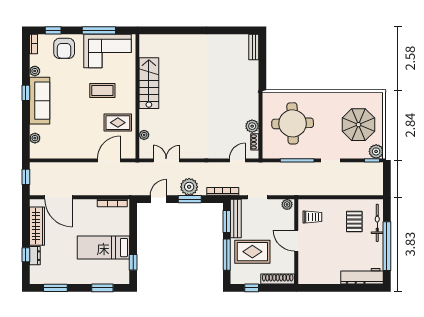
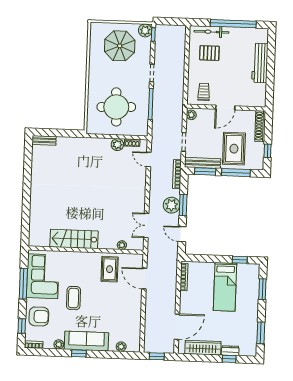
coffee table: (102, 91) -> (73, 298), moved
workbench: (362, 276) -> (260, 63), moved

